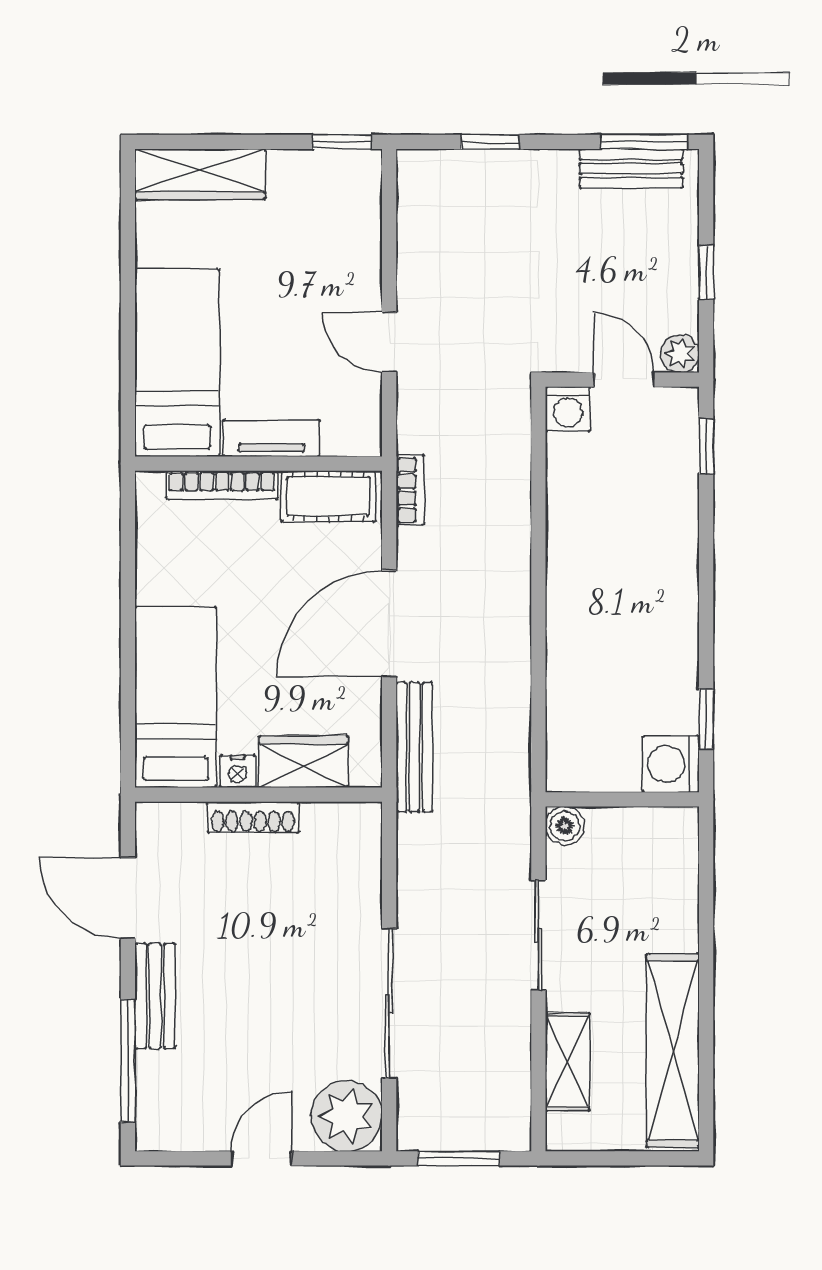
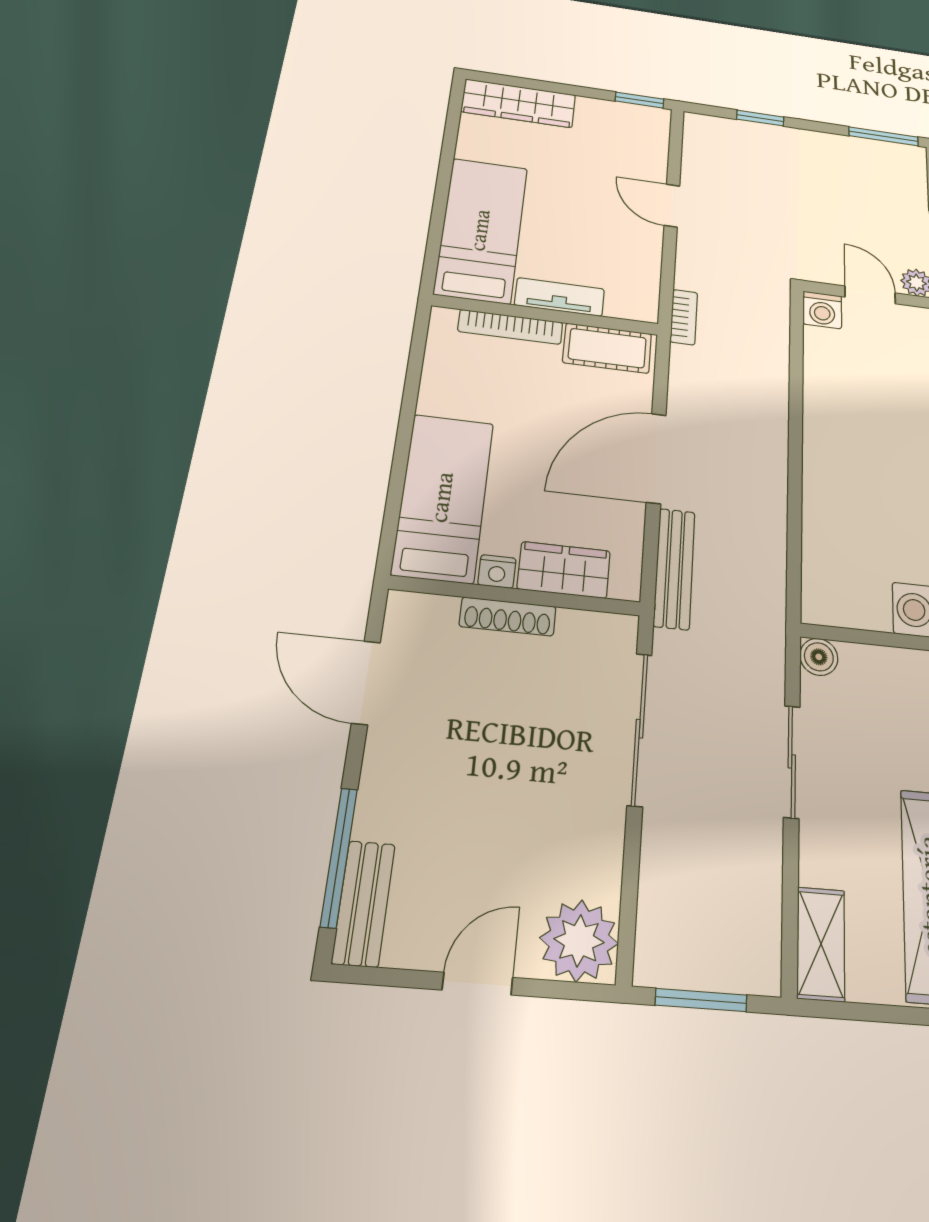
bench: (631, 169) -> (873, 152), removed
door: (389, 342) -> (672, 206), moved
bookcase: (410, 490) -> (684, 317), moved
bench: (155, 996) -> (364, 903), moved
sliding door: (389, 1003) -> (640, 729), moved
shelving: (567, 1062) -> (821, 944), moved

